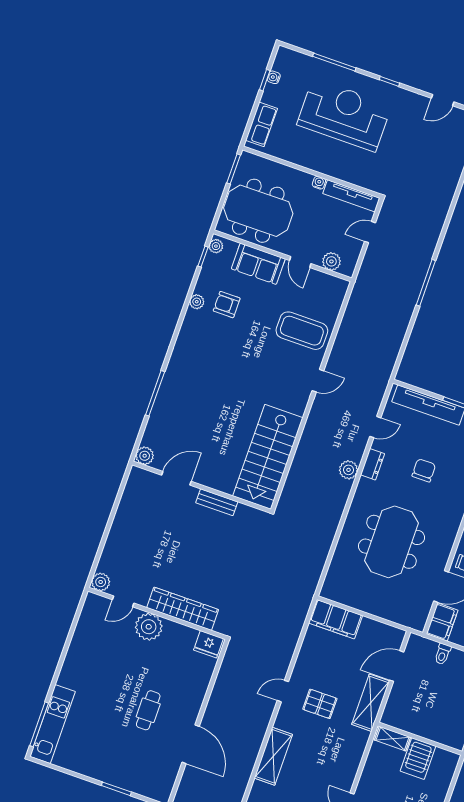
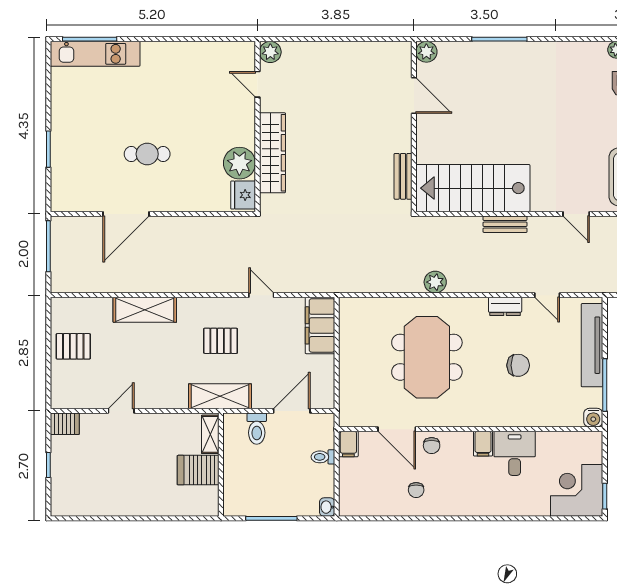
bench: (306, 441) -> (505, 224), added
plant: (349, 470) -> (435, 282), moved
bench: (217, 502) -> (403, 176), moved
meeting table: (391, 542) -> (427, 357), turned 90
filing cabinet: (442, 622) -> (348, 444), width x0.50
plant: (149, 627) -> (239, 163), moved
door: (397, 666) -> (292, 411), hinge flipped
door: (283, 691) -> (261, 295), moved
toilet: (401, 699) -> (257, 429), added
shelving: (371, 703) -> (220, 396), moved
pallet: (320, 704) -> (221, 341), turned 90

